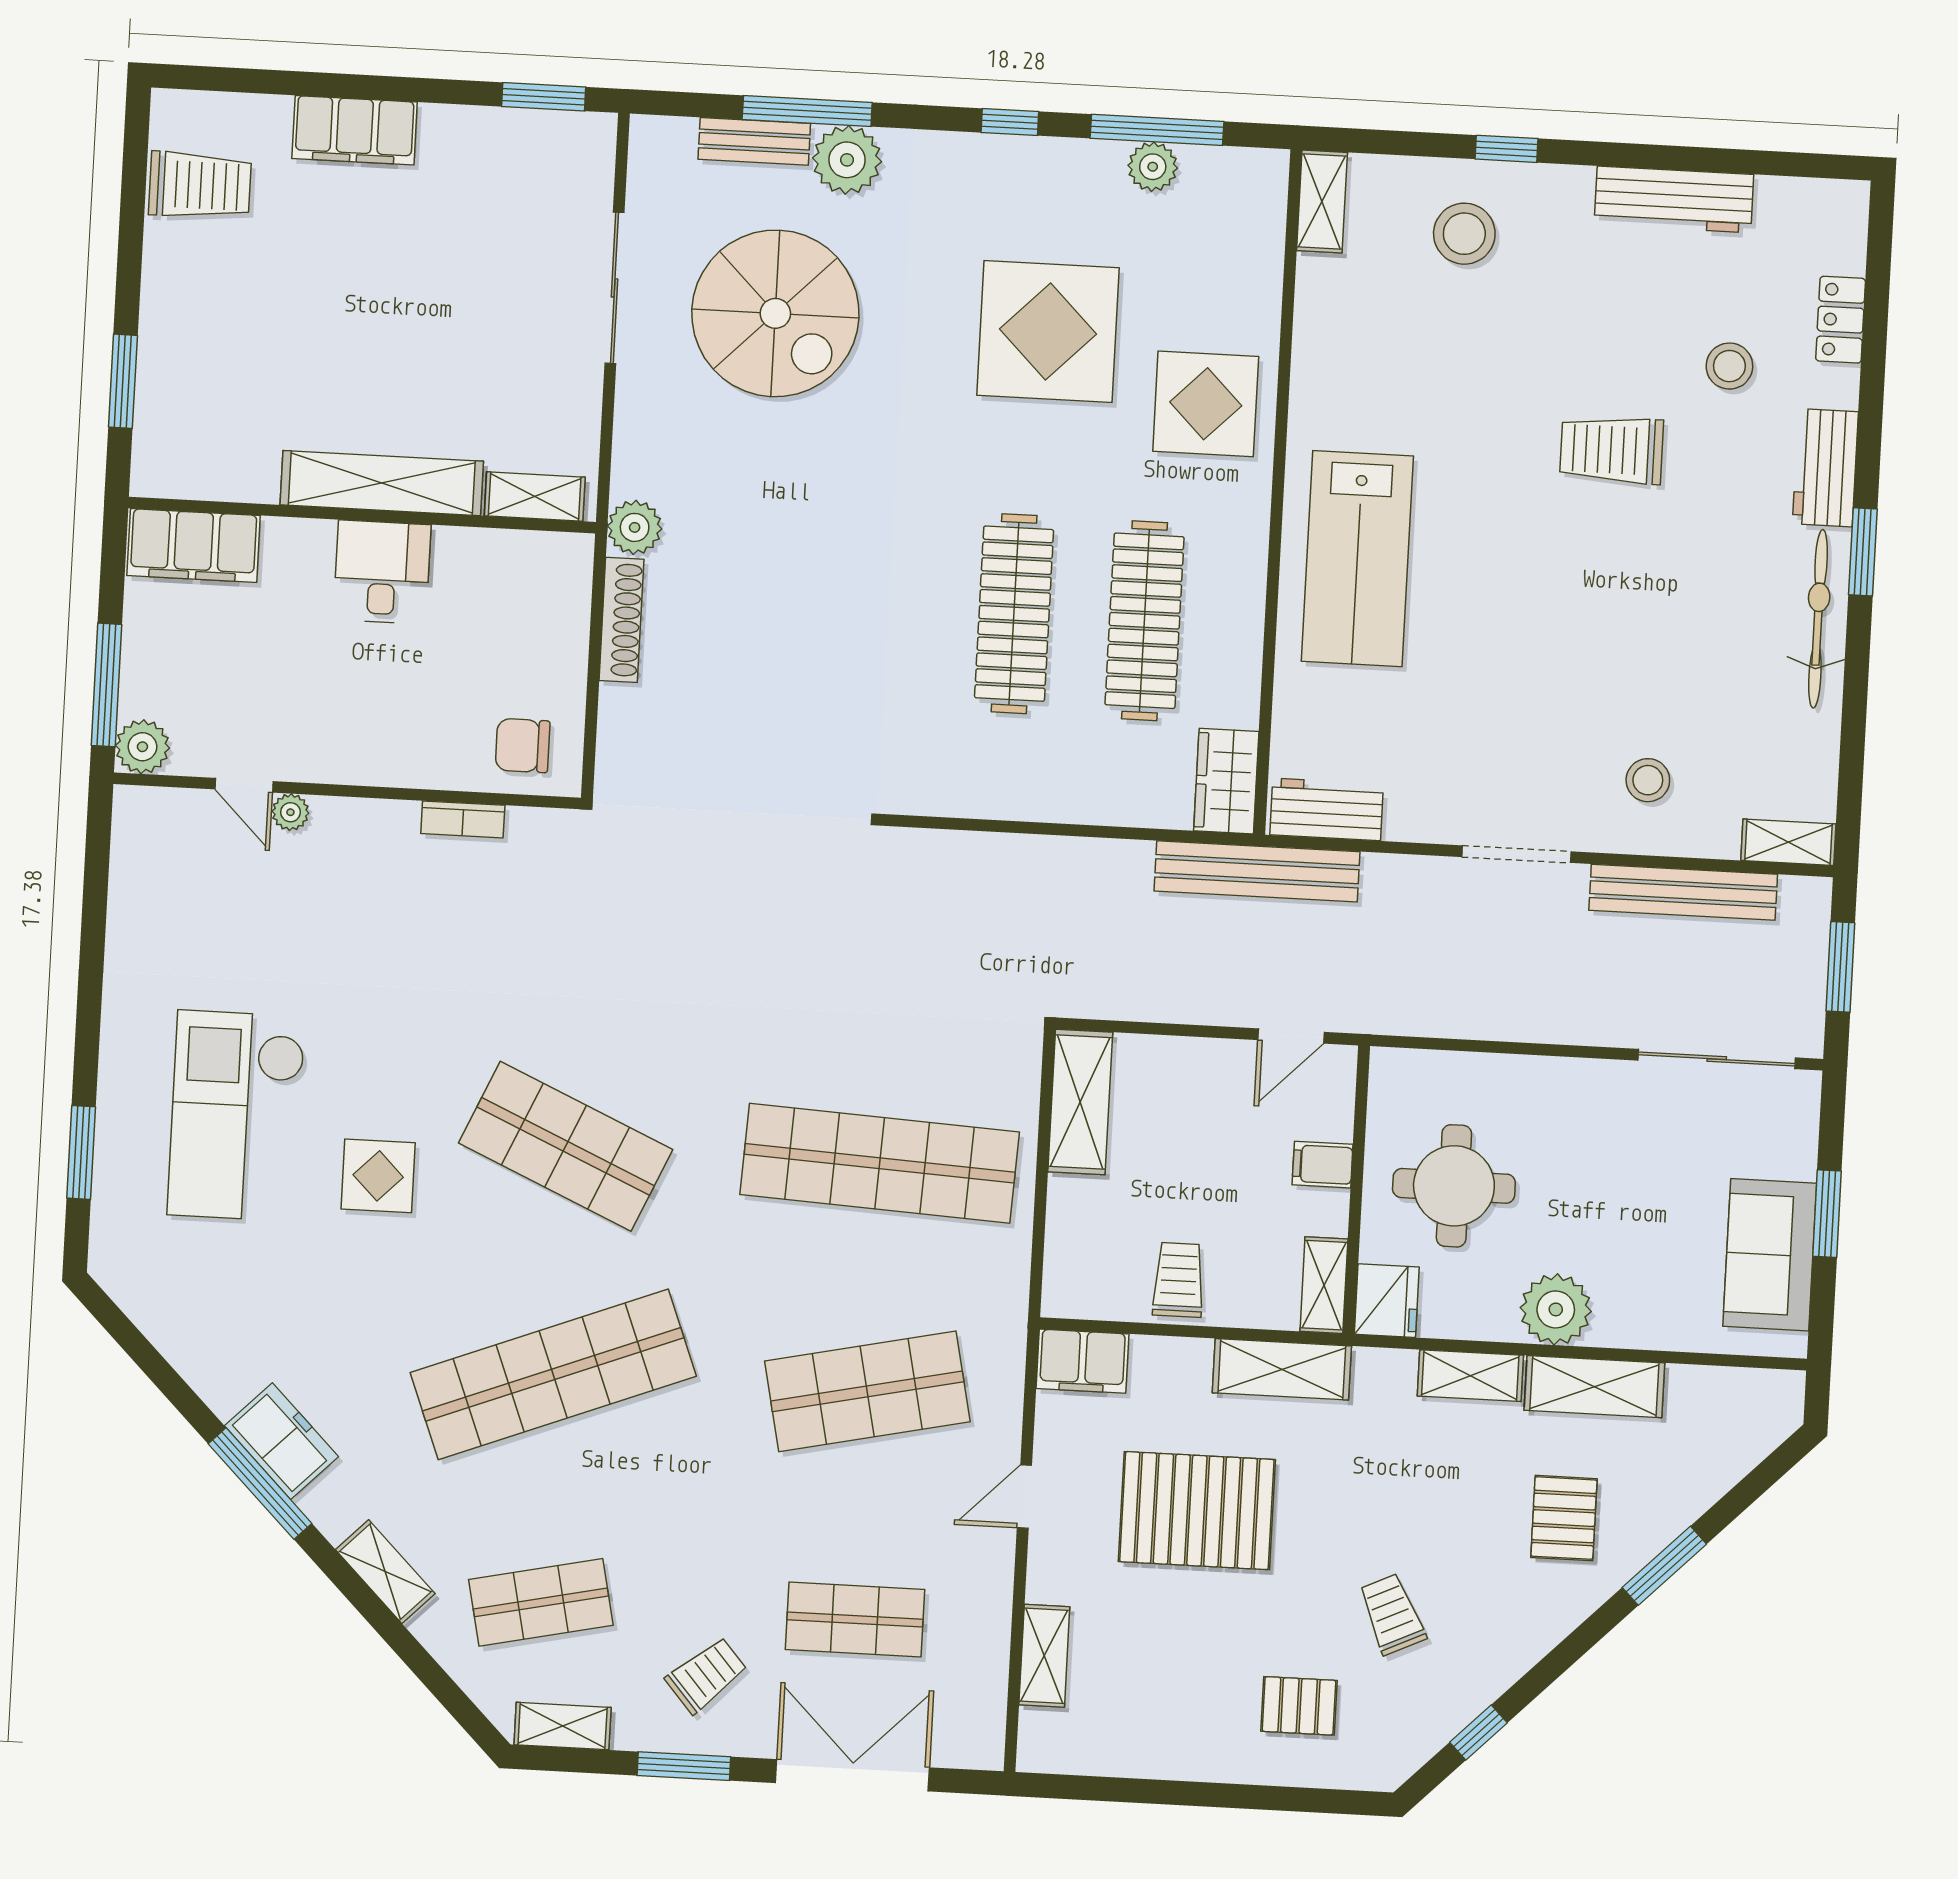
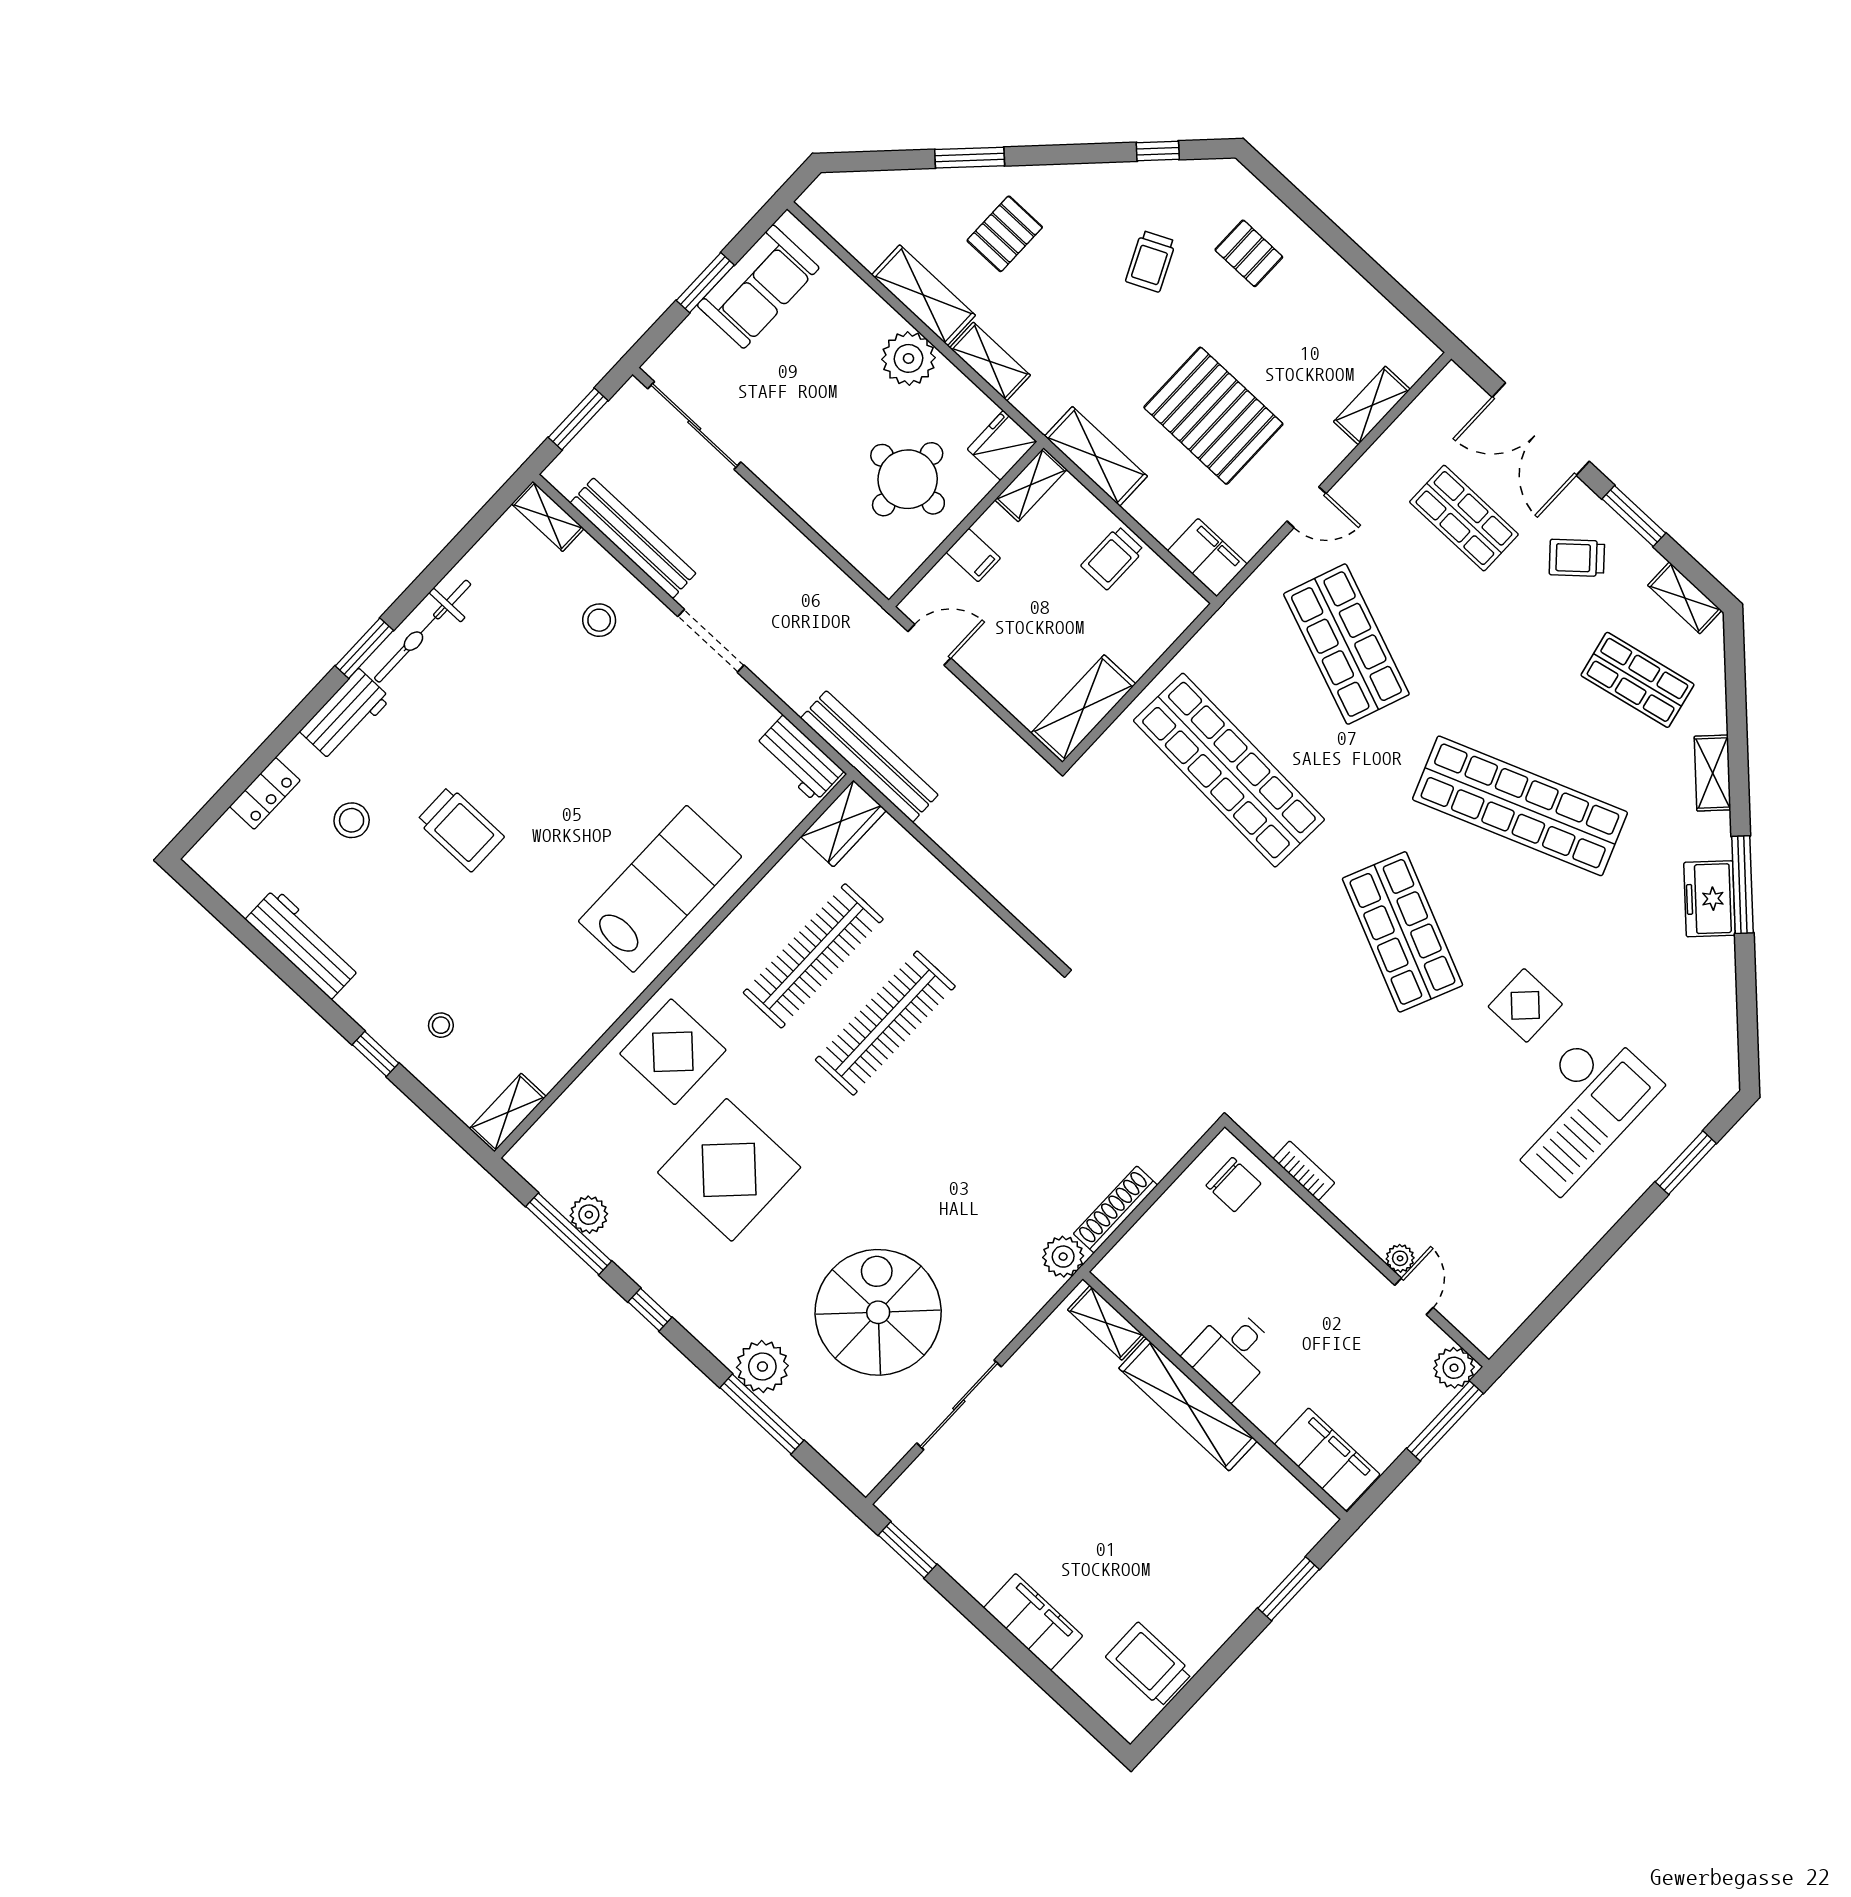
bench: (754, 141) -> (807, 1422), removed
stool: (1464, 234) -> (441, 1025), width x0.53, depth x0.53
shop shelf: (867, 1391) -> (1346, 644), turned 33

